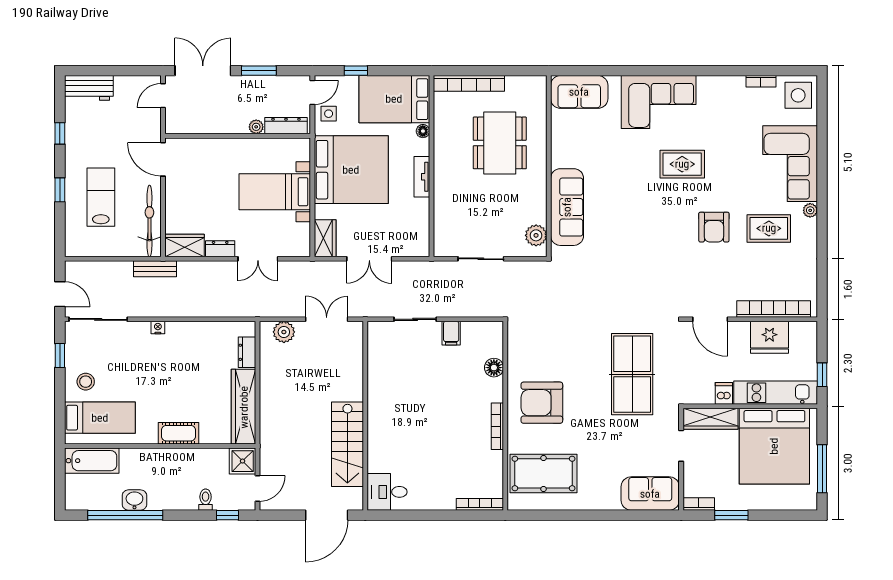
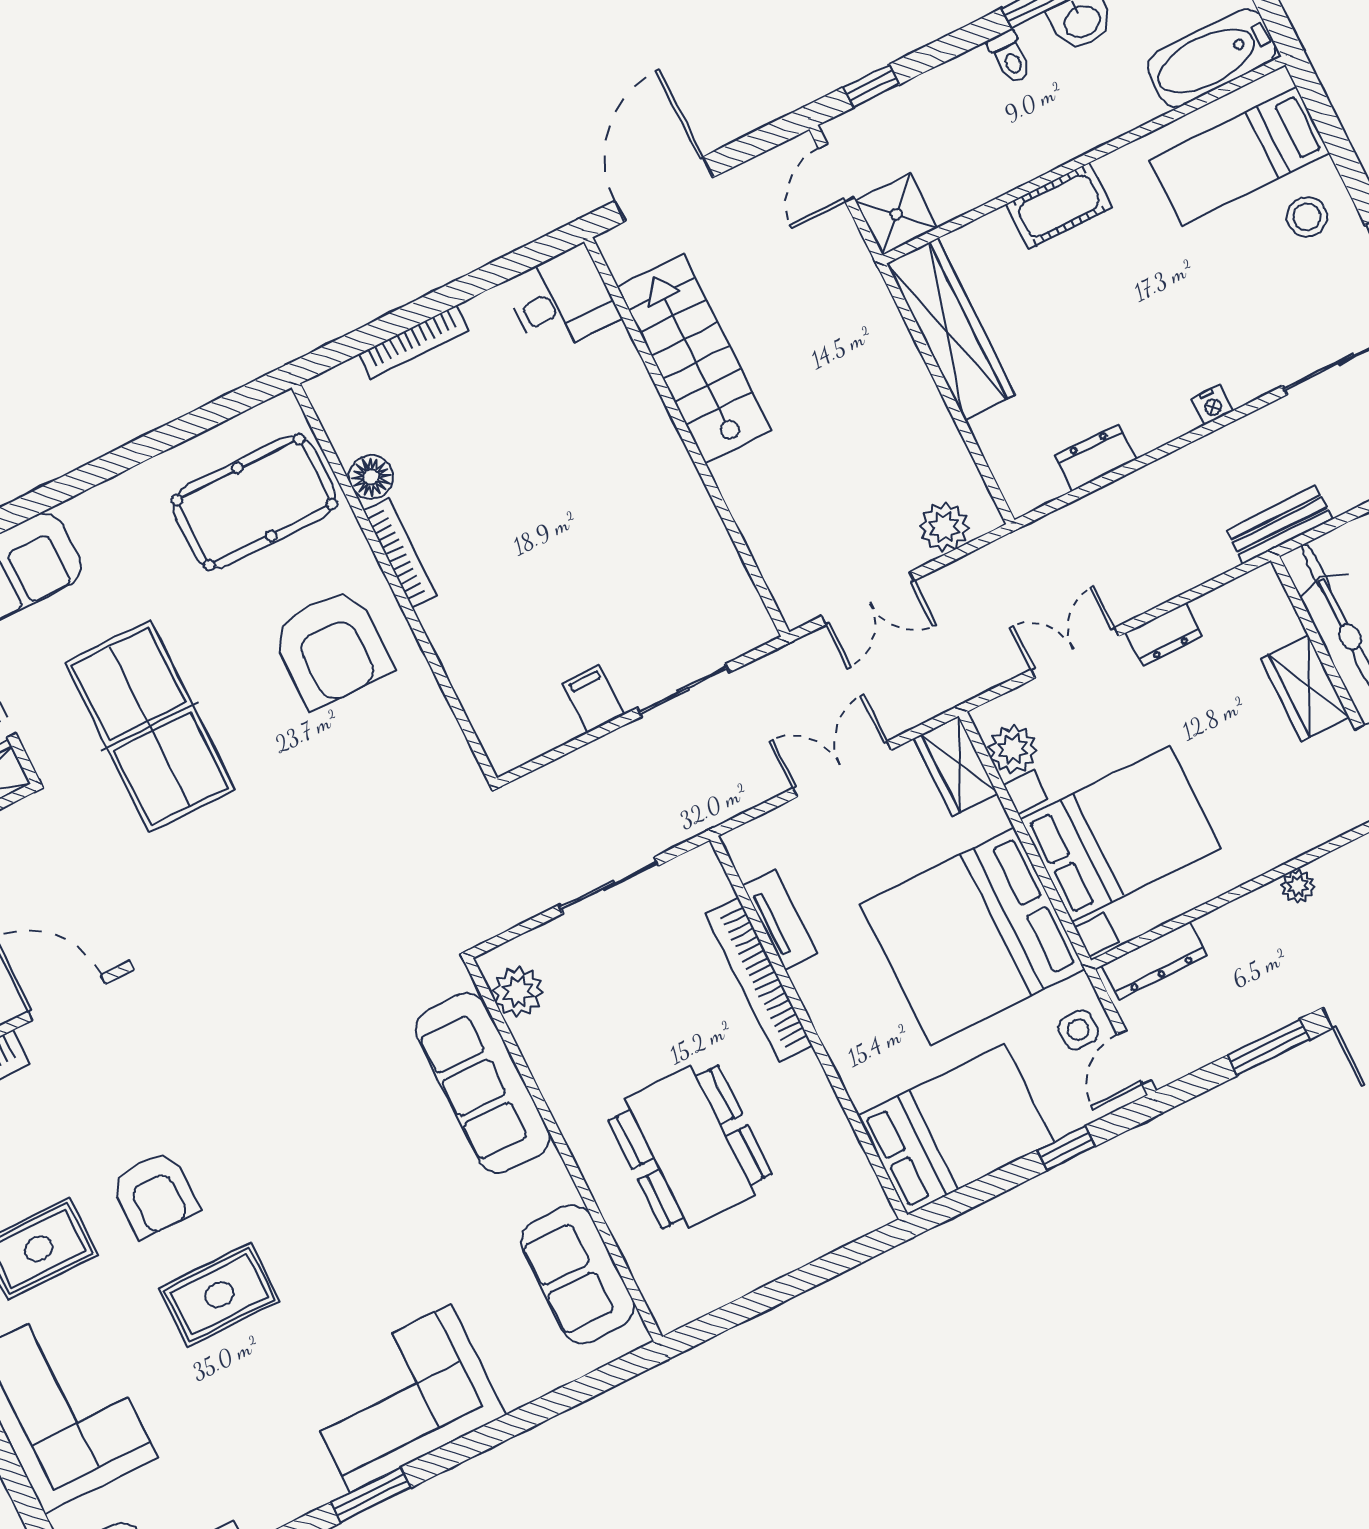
window: (688, 71) -> (371, 1495), added
bookcase: (469, 83) -> (759, 980), moved, turned -90
sofa: (579, 92) -> (577, 1274), moved, turned -90
plant: (256, 127) -> (1298, 886), moved
floor lamp: (423, 131) -> (863, 1092), removed
rug: (682, 164) -> (219, 1295), moved
tv unit: (422, 177) -> (780, 920), moved
bed with nightstands: (275, 192) -> (1121, 834), width x1.36
armchair: (714, 227) -> (155, 1194), turned 180
plant: (300, 234) -> (1013, 749), added
wardrobe: (185, 245) -> (1305, 688), moved, turned 90
dresser: (247, 352) -> (1095, 457), moved, turned -90
floor lamp: (494, 368) -> (371, 477), moved
table tennis table: (632, 374) -> (150, 726), moved
armchair: (542, 403) -> (332, 648), turned 90
toilet: (206, 500) -> (1010, 57), moved
bookcase: (480, 504) -> (414, 342), moved

